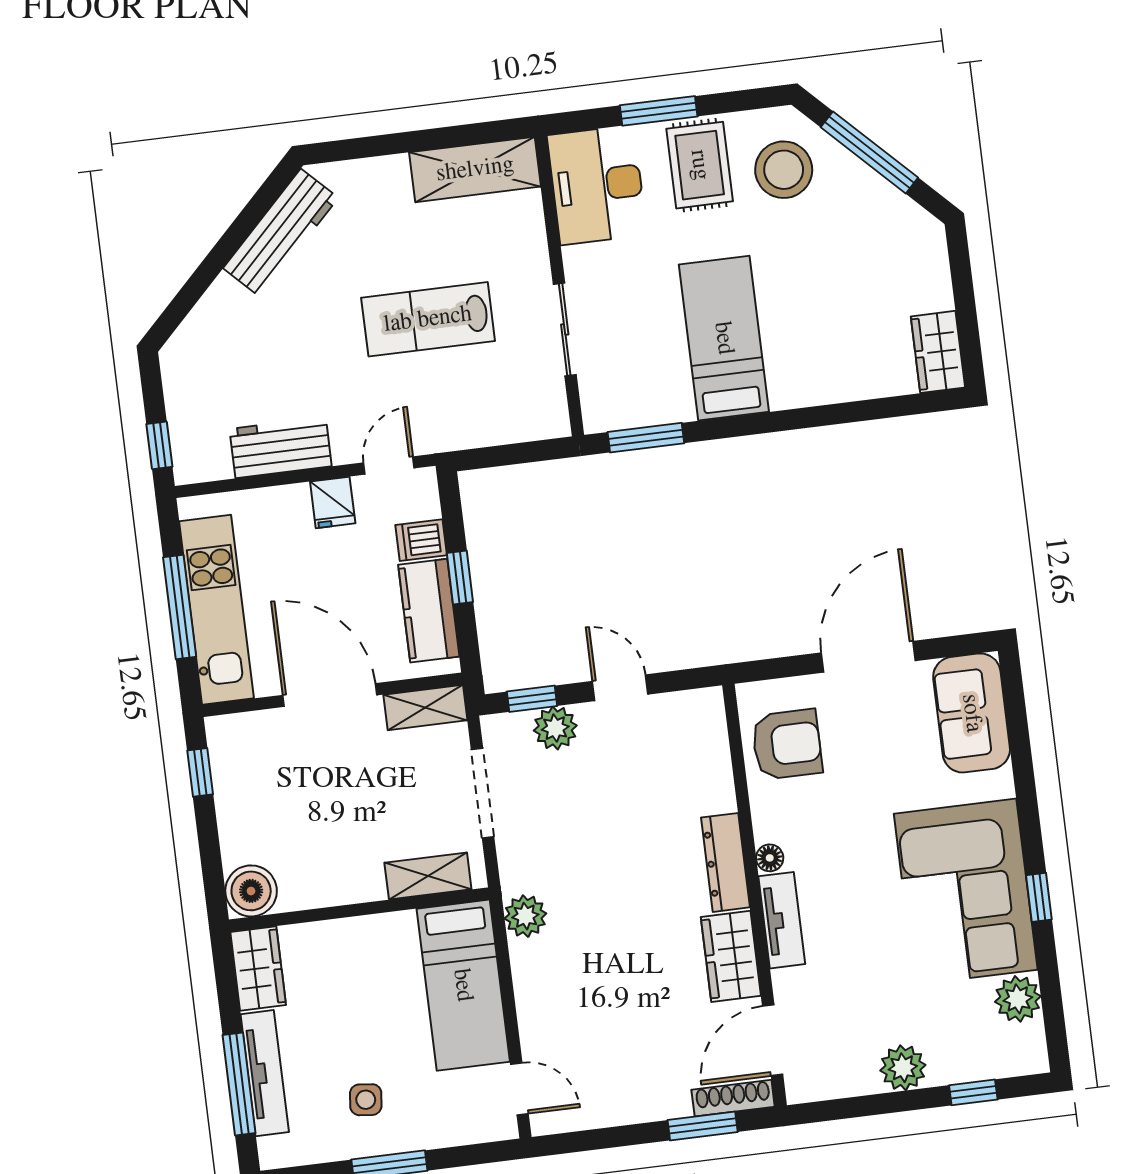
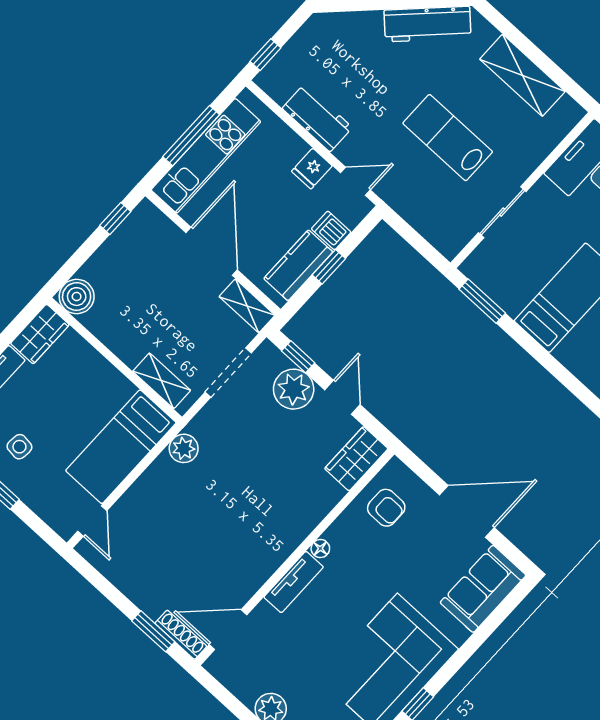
shelving: (475, 169) -> (522, 75), moved
plant: (555, 728) -> (294, 389), width x1.36, depth x1.36
armchair: (787, 744) -> (386, 508), width x0.72, depth x0.72
dresser: (726, 862) -> (299, 528), removed
wardrobe: (731, 956) -> (356, 459), moved

